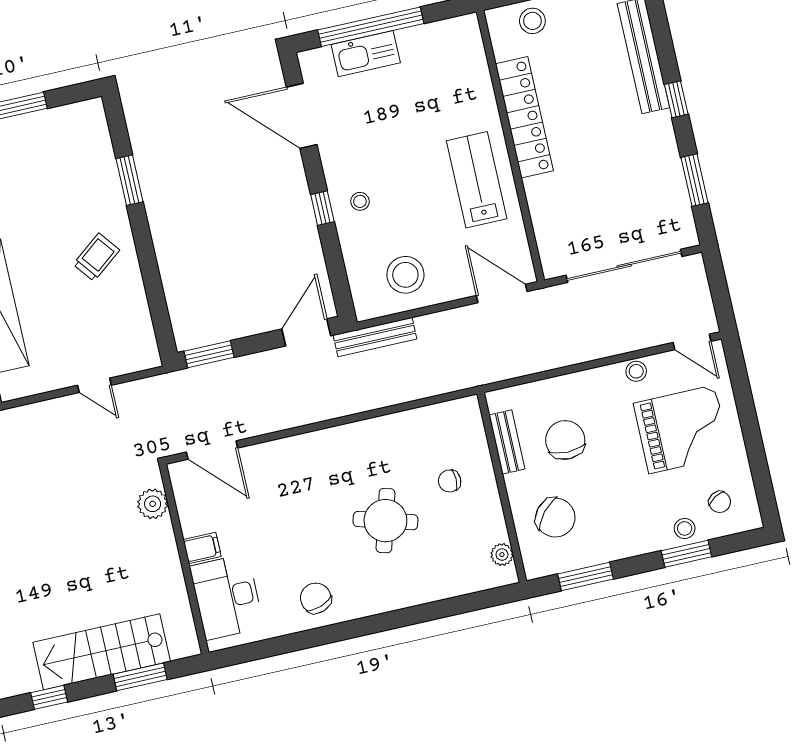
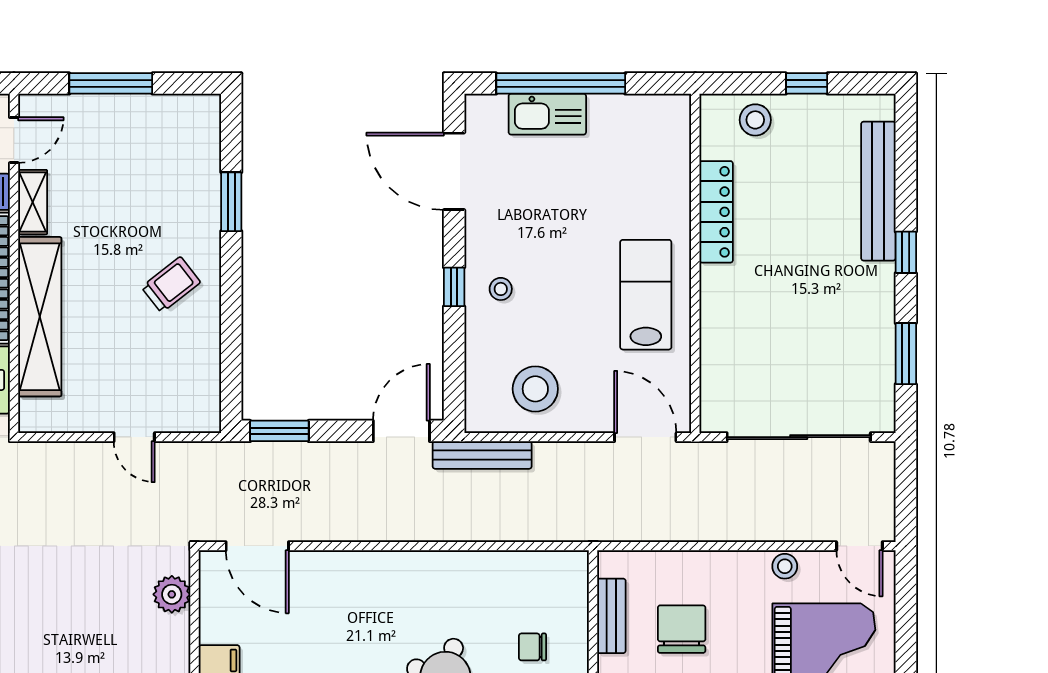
locker: (524, 117) -> (716, 212), width x0.71, depth x0.83

